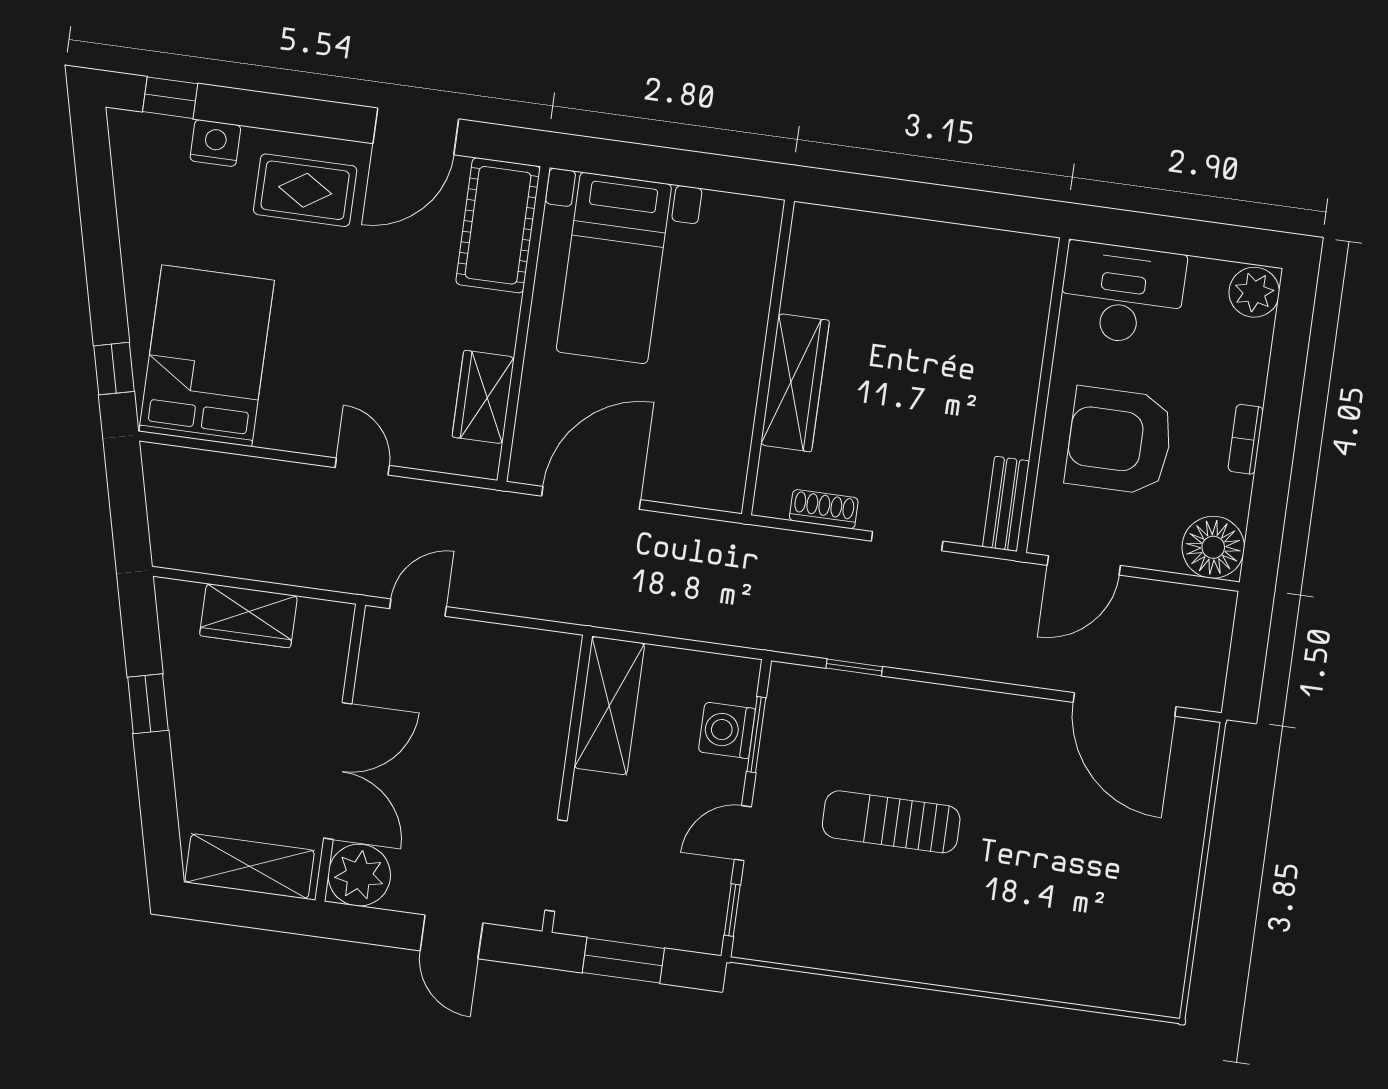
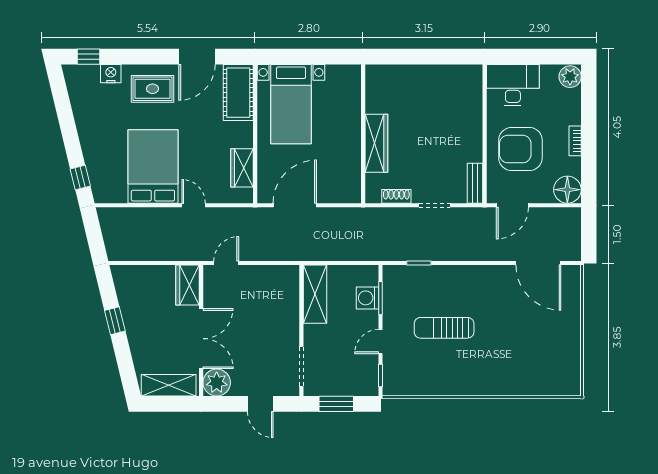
bed: (207, 356) -> (153, 166), moved
wardrobe: (248, 616) -> (188, 285), moved, turned 90

